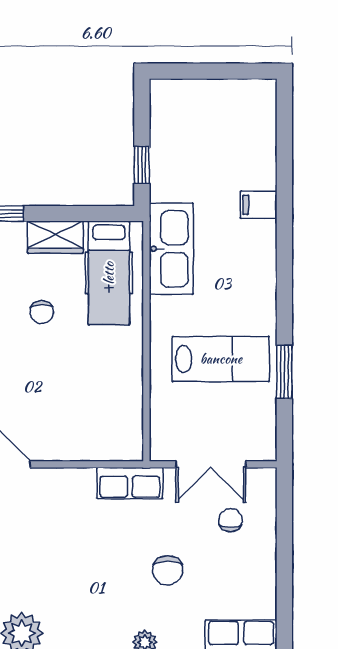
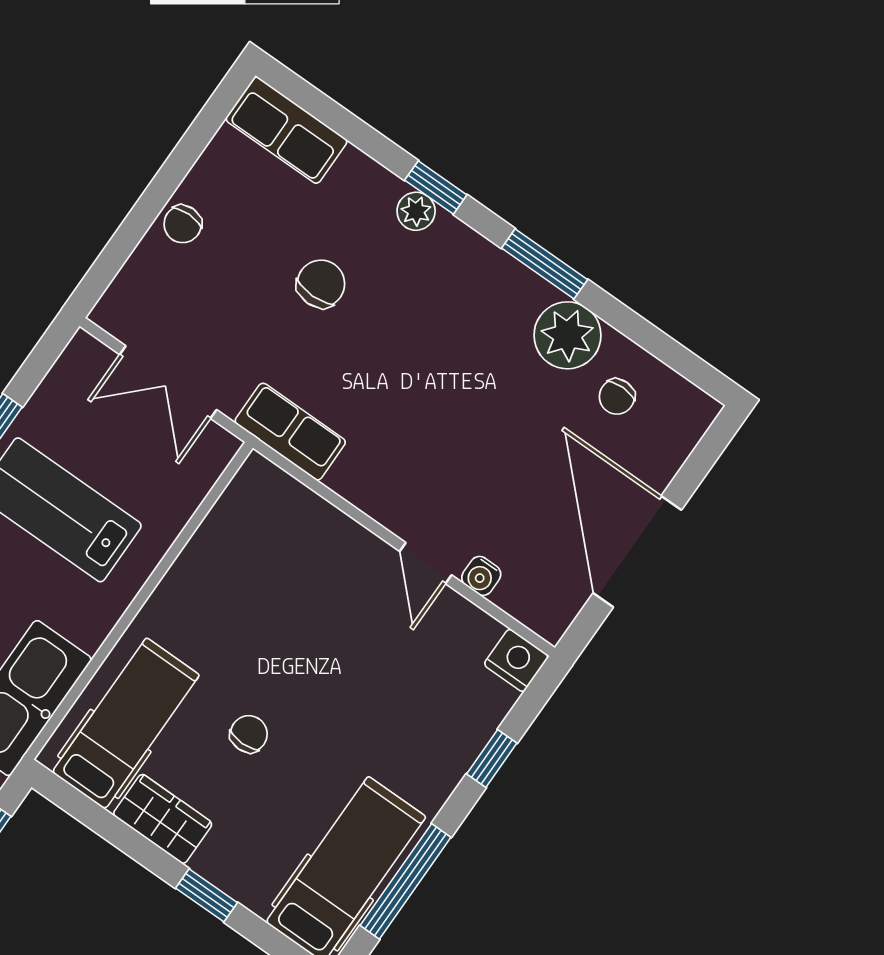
double door: (211, 464) -> (168, 382), swing flipped
chair: (230, 520) -> (183, 224), moved

